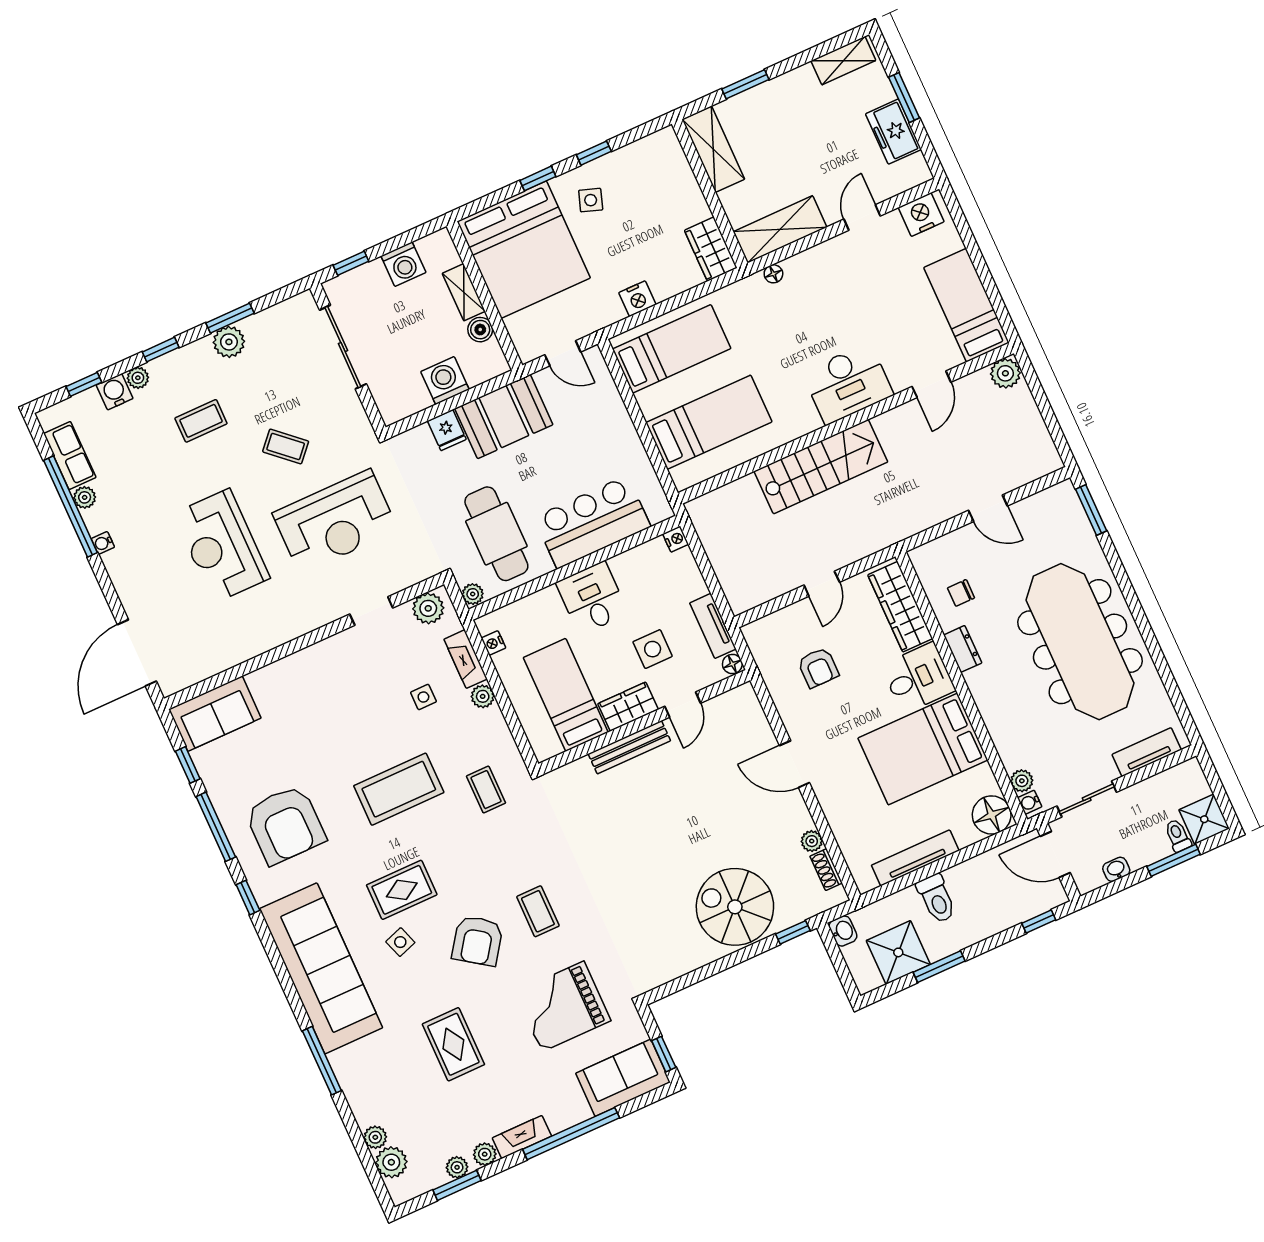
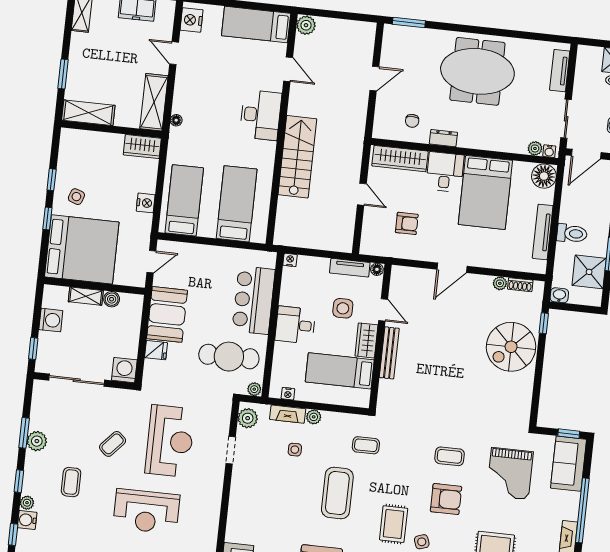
washing machine: (445, 380) -> (124, 370), moved, turned 90
meeting table: (1080, 642) -> (477, 71), width x0.73
armchair: (477, 941) -> (446, 499), turned -35

